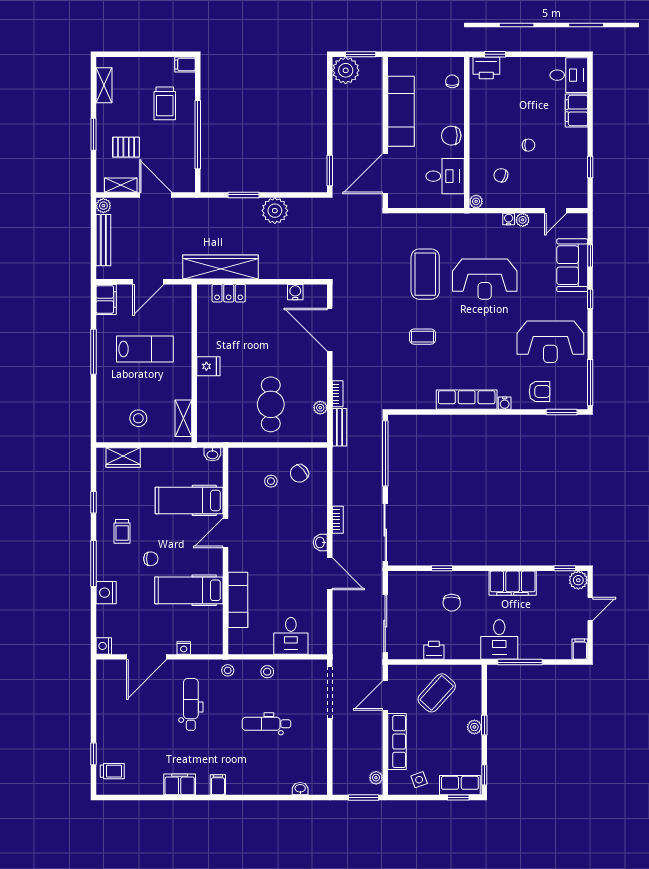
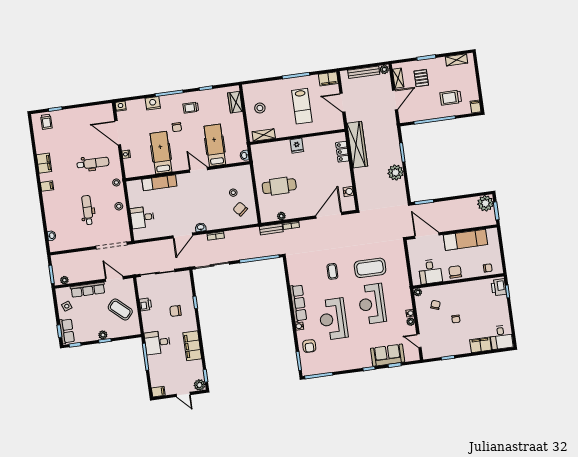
reception desk: (550, 342) -> (333, 319), moved

